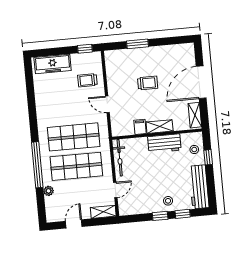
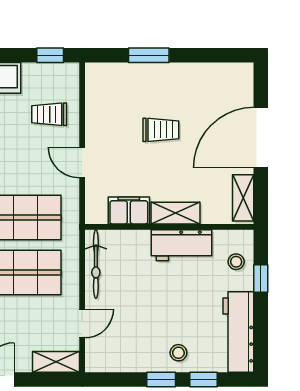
filing cabinet: (140, 127) -> (129, 210), width x2.00

